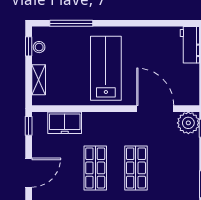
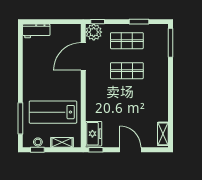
lab bench: (106, 68) -> (53, 112), moved
freezer: (65, 123) -> (94, 134), moved
shop shelf: (95, 168) -> (127, 41), moved

